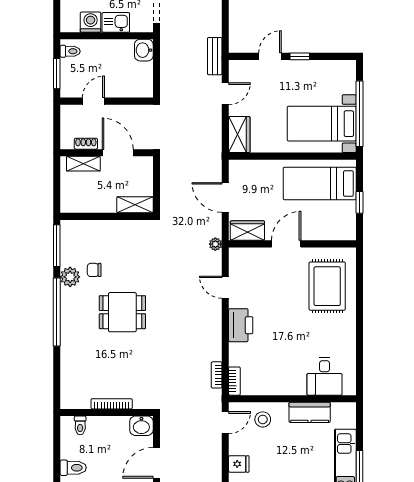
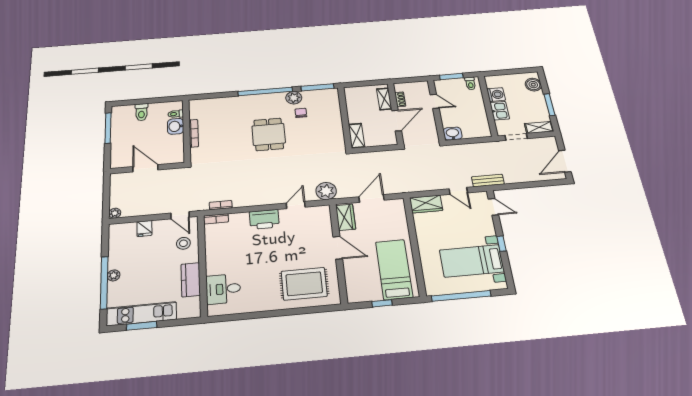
washbasin: (144, 50) -> (453, 134), moved
door: (270, 56) -> (493, 207), moved
bed with nightstands: (322, 124) -> (472, 261), moved, turned -90
plant: (215, 244) -> (326, 191), width x1.88, depth x1.88
washbasin: (141, 426) -> (176, 126), moved

